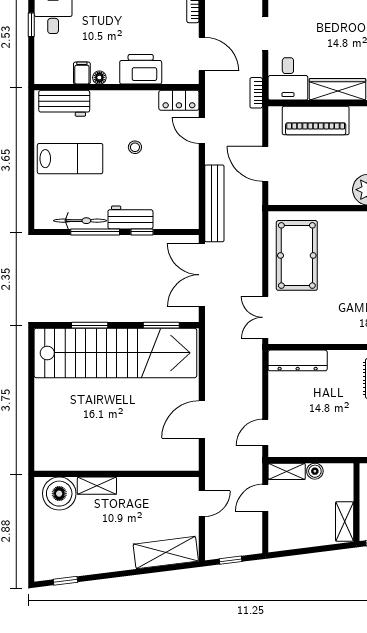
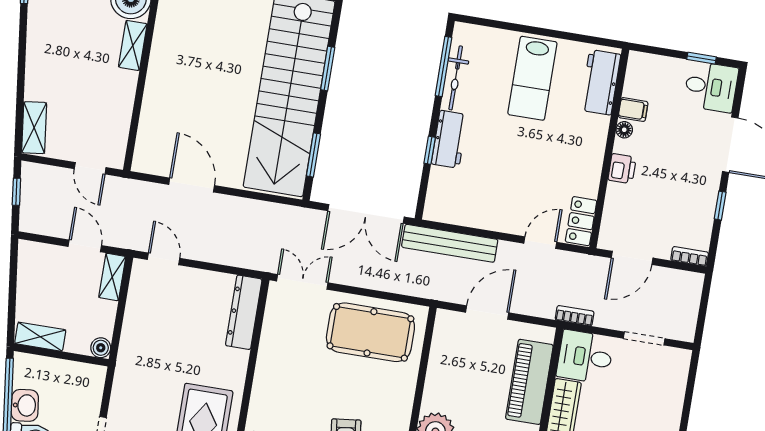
printer: (141, 69) -> (622, 169), width x0.53, depth x0.68
stool: (135, 147) -> (533, 159), removed
window: (95, 232) -> (443, 67), moved
double door: (202, 275) -> (366, 214), swing flipped
boiler: (315, 471) -> (101, 348), moved
shelving: (166, 553) -> (34, 128), width x0.67, depth x0.75

